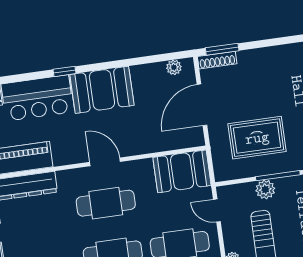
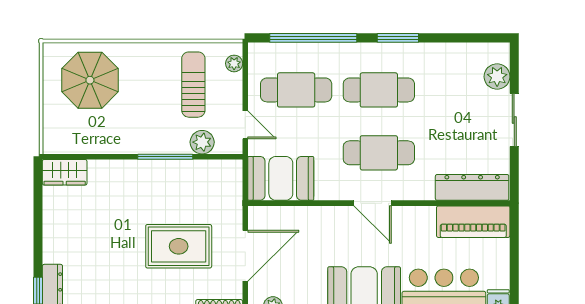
rug: (257, 138) -> (179, 246), moved
plant: (265, 189) -> (202, 142), moved

